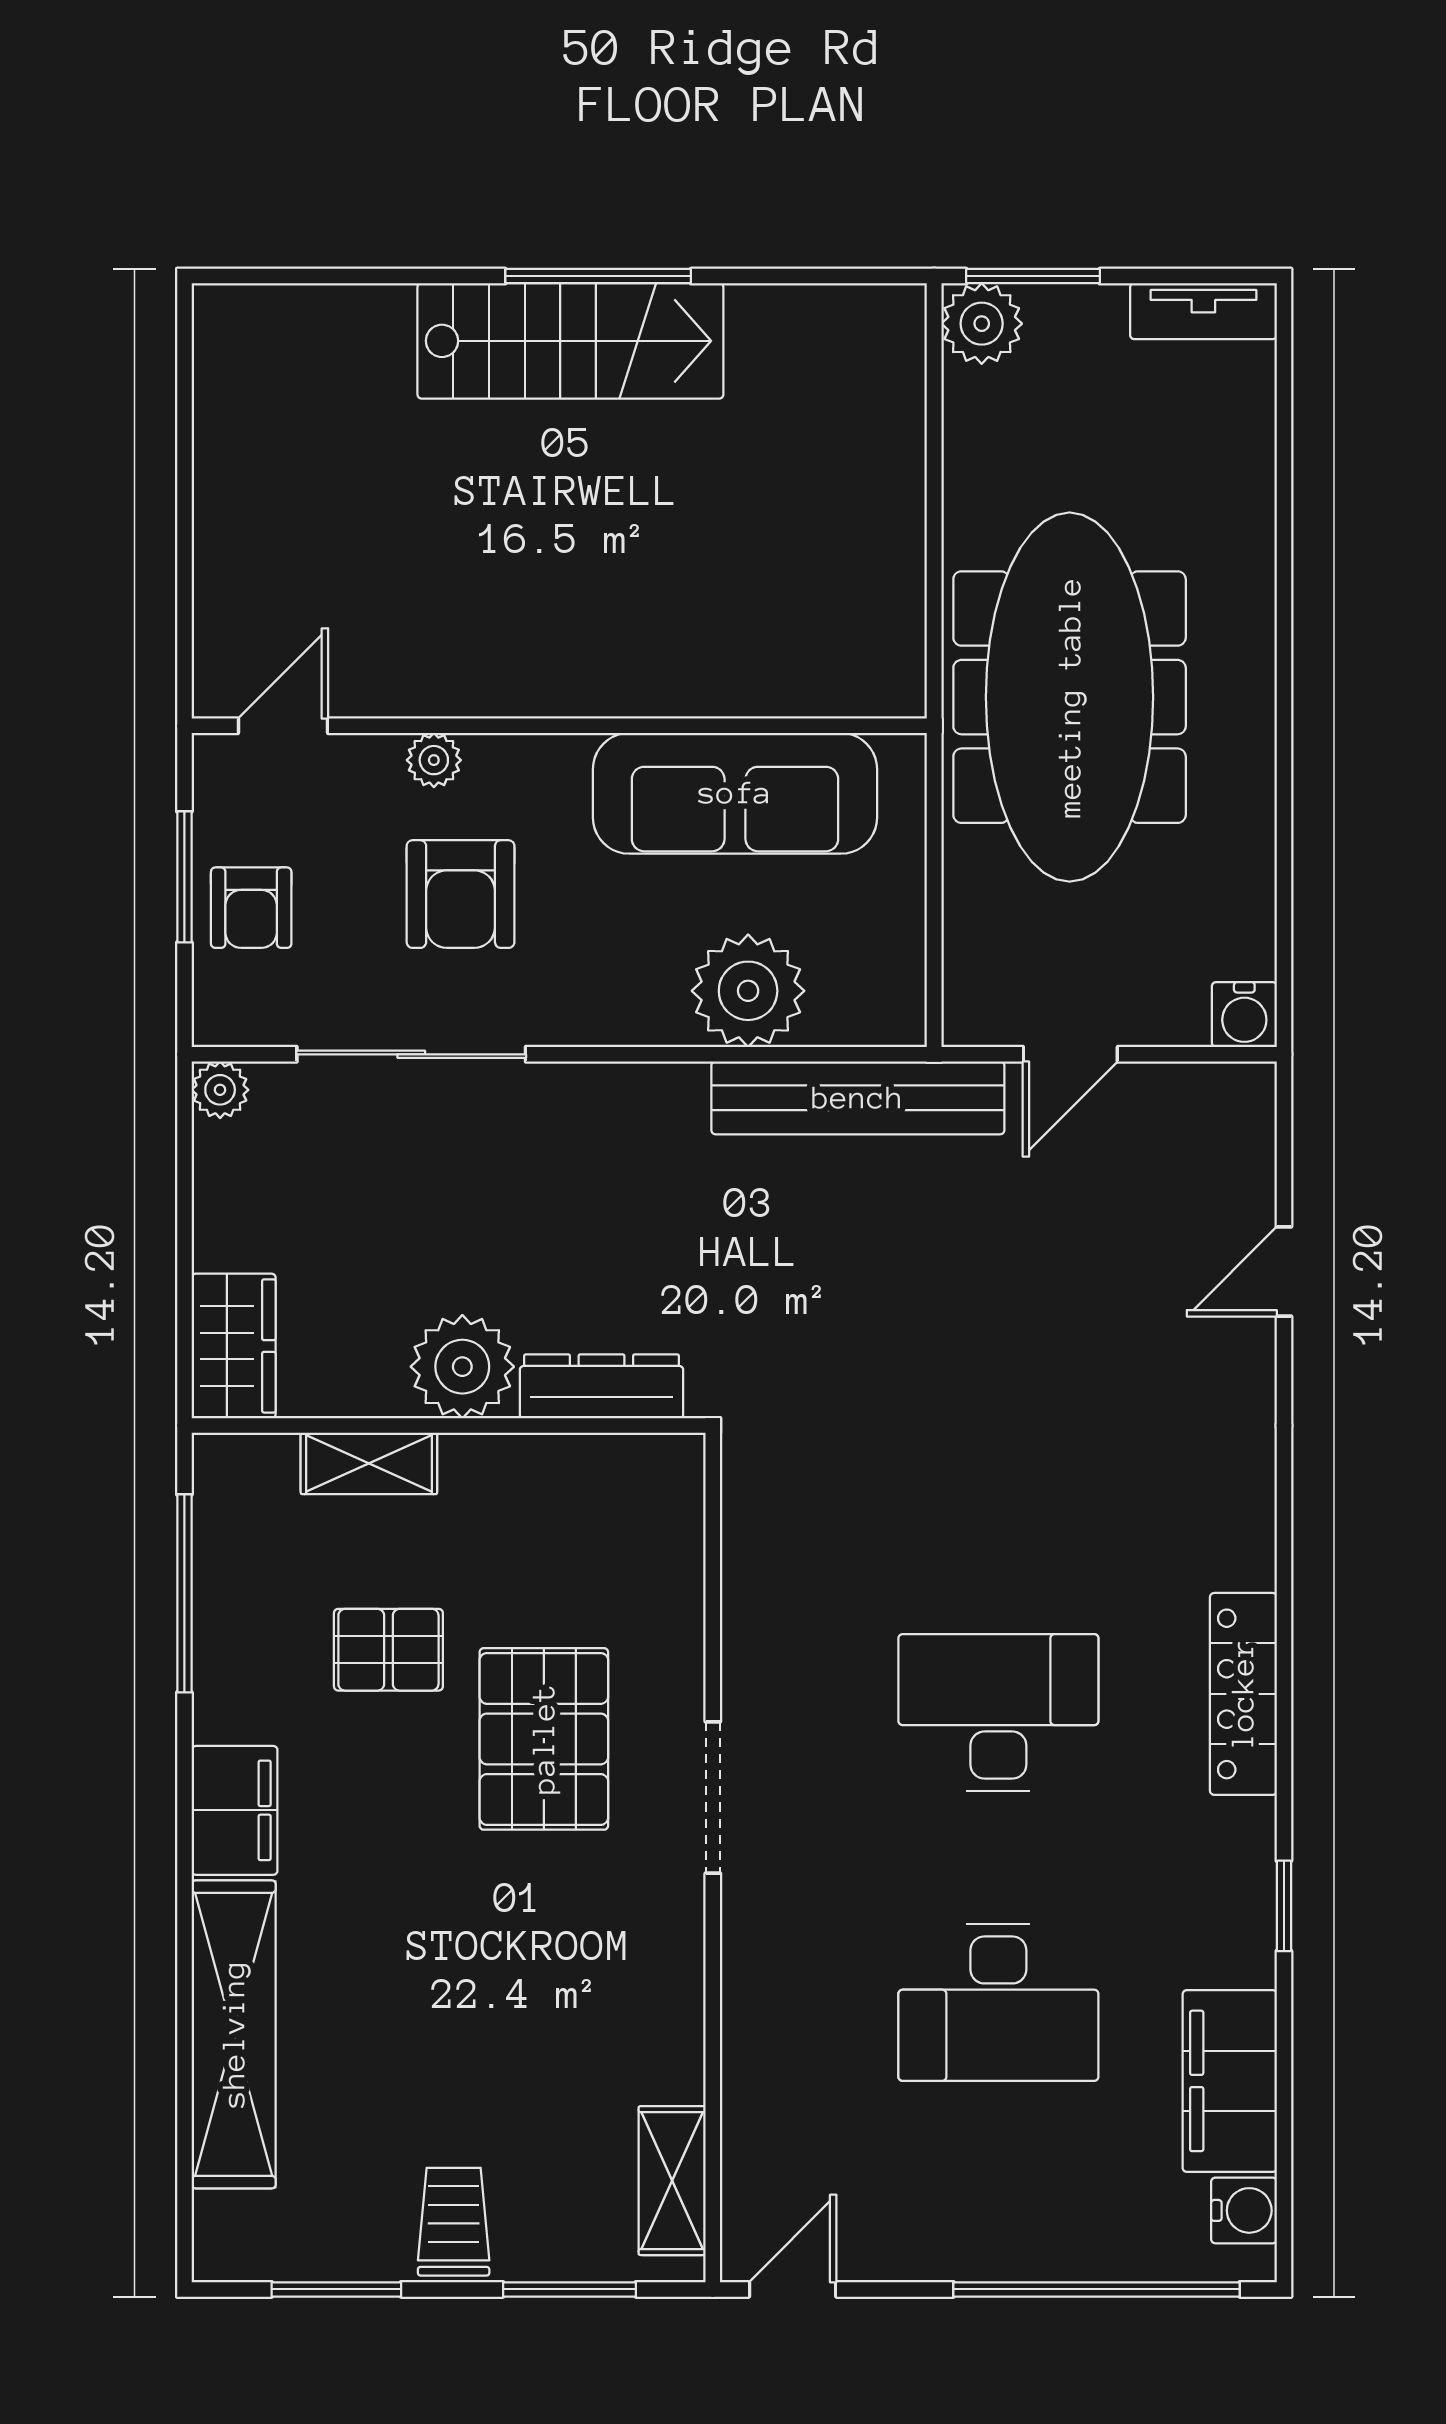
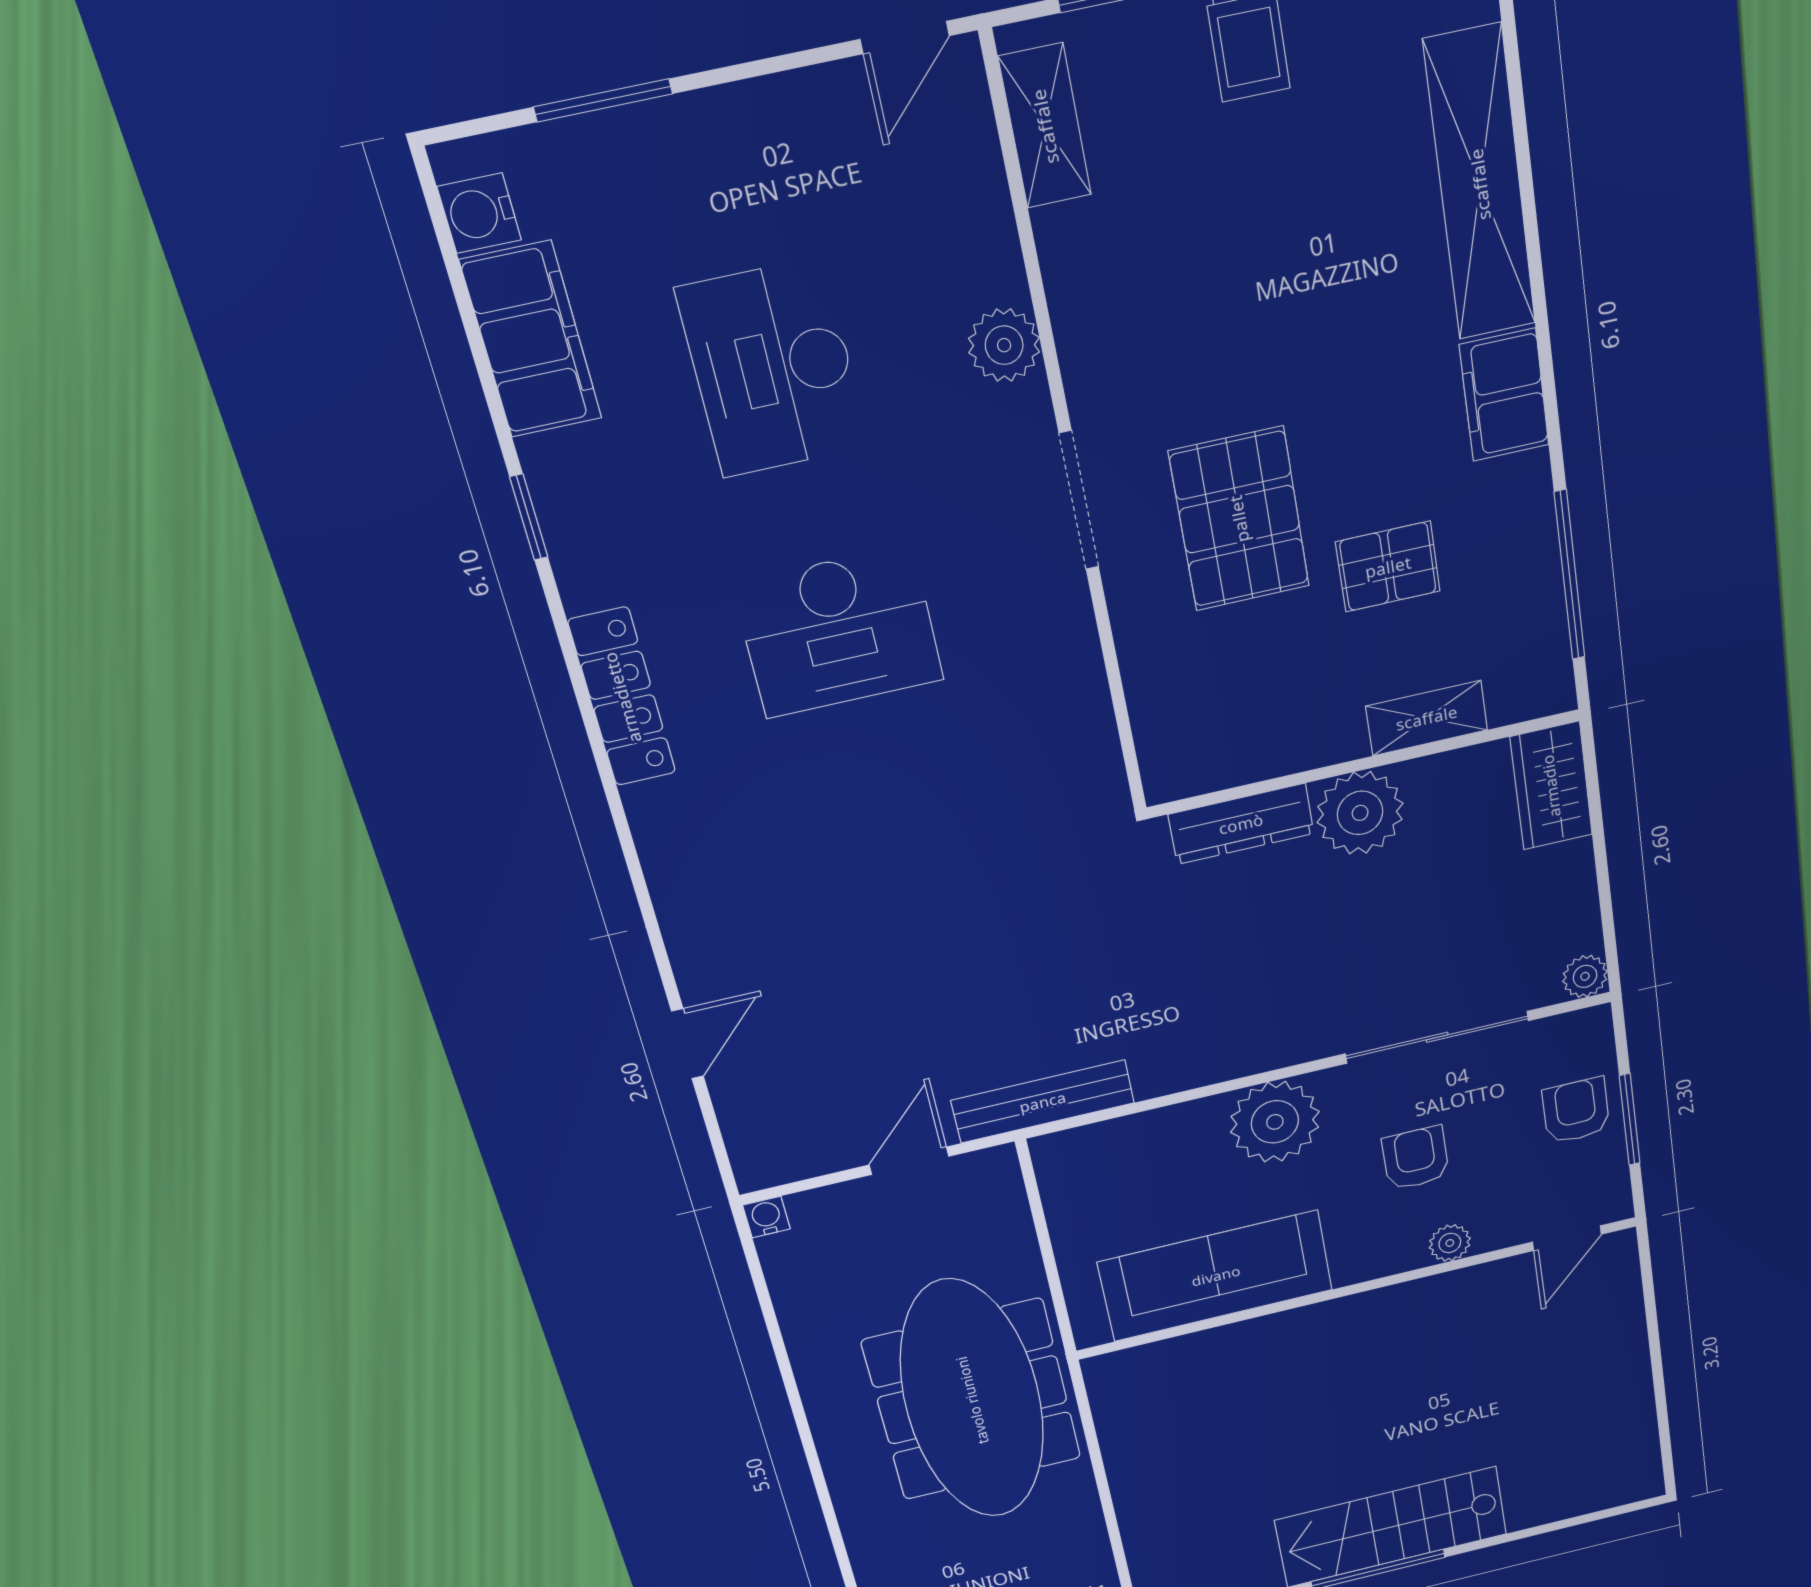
armchair: (461, 894) -> (1416, 1158), width x0.72, depth x0.72
plant: (748, 991) -> (1275, 1122), moved
water cooler: (1244, 1015) -> (766, 1217), width x0.72, depth x0.72
bench: (858, 1098) -> (1043, 1102), width x0.73, depth x0.82
plant: (758, 1976) -> (1004, 345), added
desk: (998, 2002) -> (773, 368), turned -90
window: (1097, 2289) -> (603, 100), width x0.47

